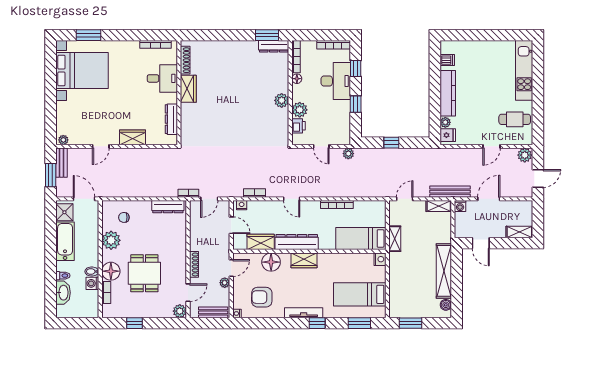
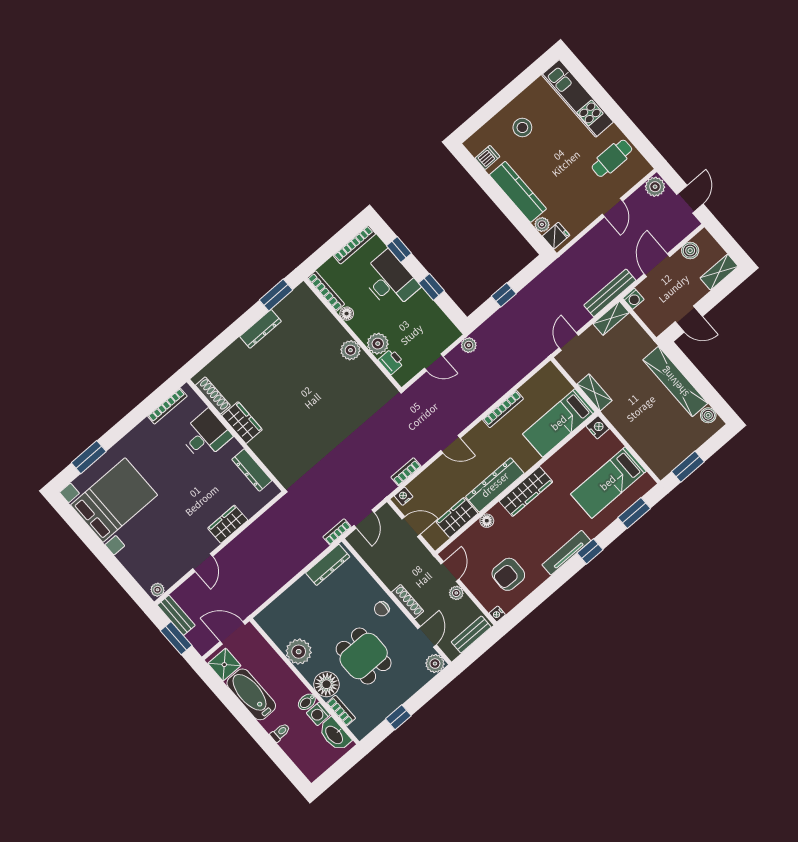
dresser: (274, 46) -> (260, 329), moved
stool: (480, 60) -> (522, 127), added
boiler: (514, 206) -> (690, 251), added
chair: (124, 217) -> (382, 609), moved
wardrobe: (304, 260) -> (526, 492), width x1.50
floor lamp: (271, 262) -> (487, 521), width x0.53, depth x0.53
washbasin: (63, 293) -> (335, 735), moved, turned 180

